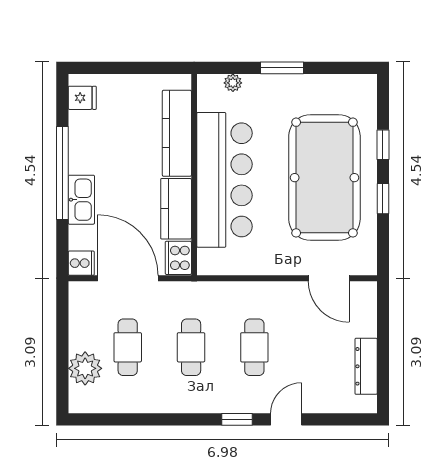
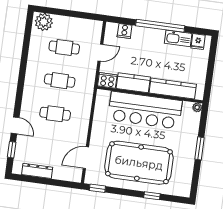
plant: (233, 83) -> (197, 107), moved
window: (383, 199) -> (97, 188), moved
kitchen sink: (81, 200) -> (178, 38), moved
cooker: (81, 263) -> (125, 31), moved
door: (128, 278) -> (100, 53), width x0.53
plant: (85, 368) -> (44, 22), moved
window: (237, 419) -> (12, 150), moved

